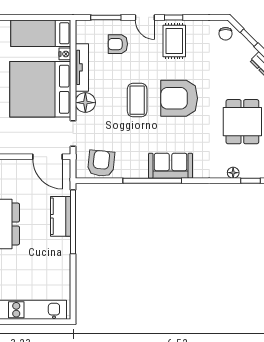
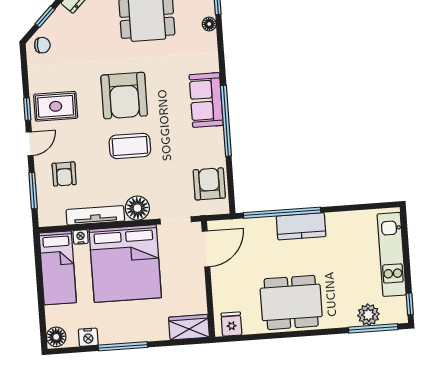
armchair: (101, 163) -> (209, 184), turned 84
kitchen counter: (61, 216) -> (301, 226), moved

